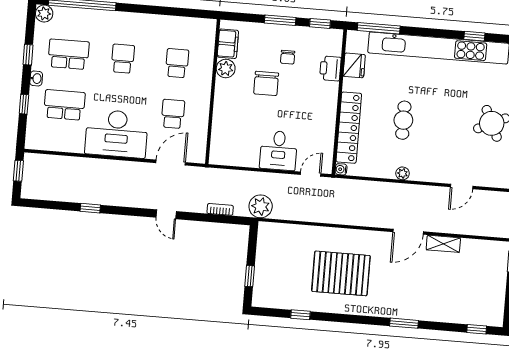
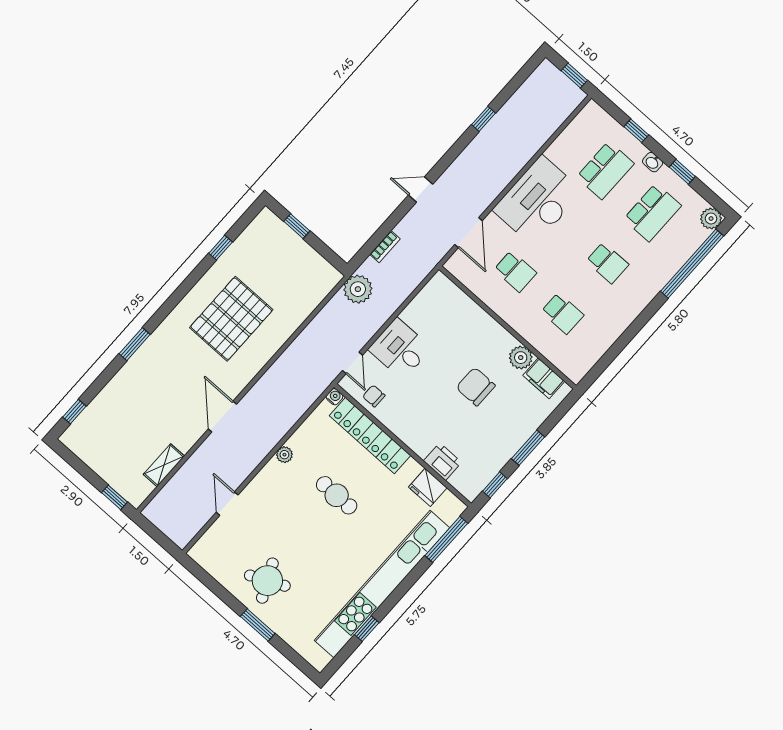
chair: (288, 57) -> (374, 396), moved
shelving: (443, 244) -> (164, 465), moved

